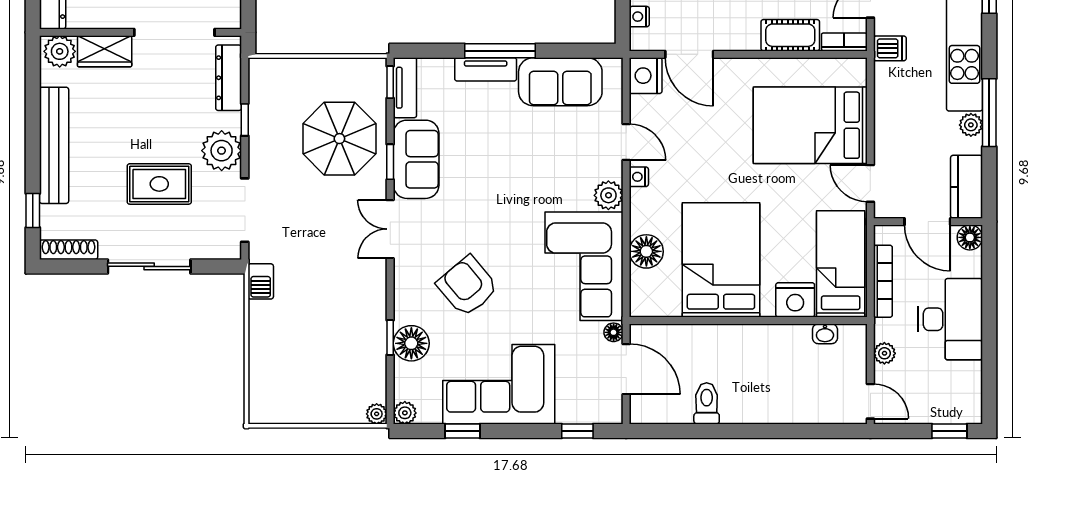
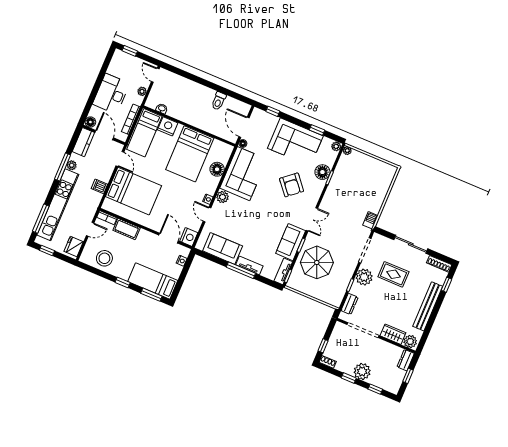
dishwasher: (890, 48) -> (99, 186), moved
dresser: (229, 78) -> (350, 304), width x0.70

